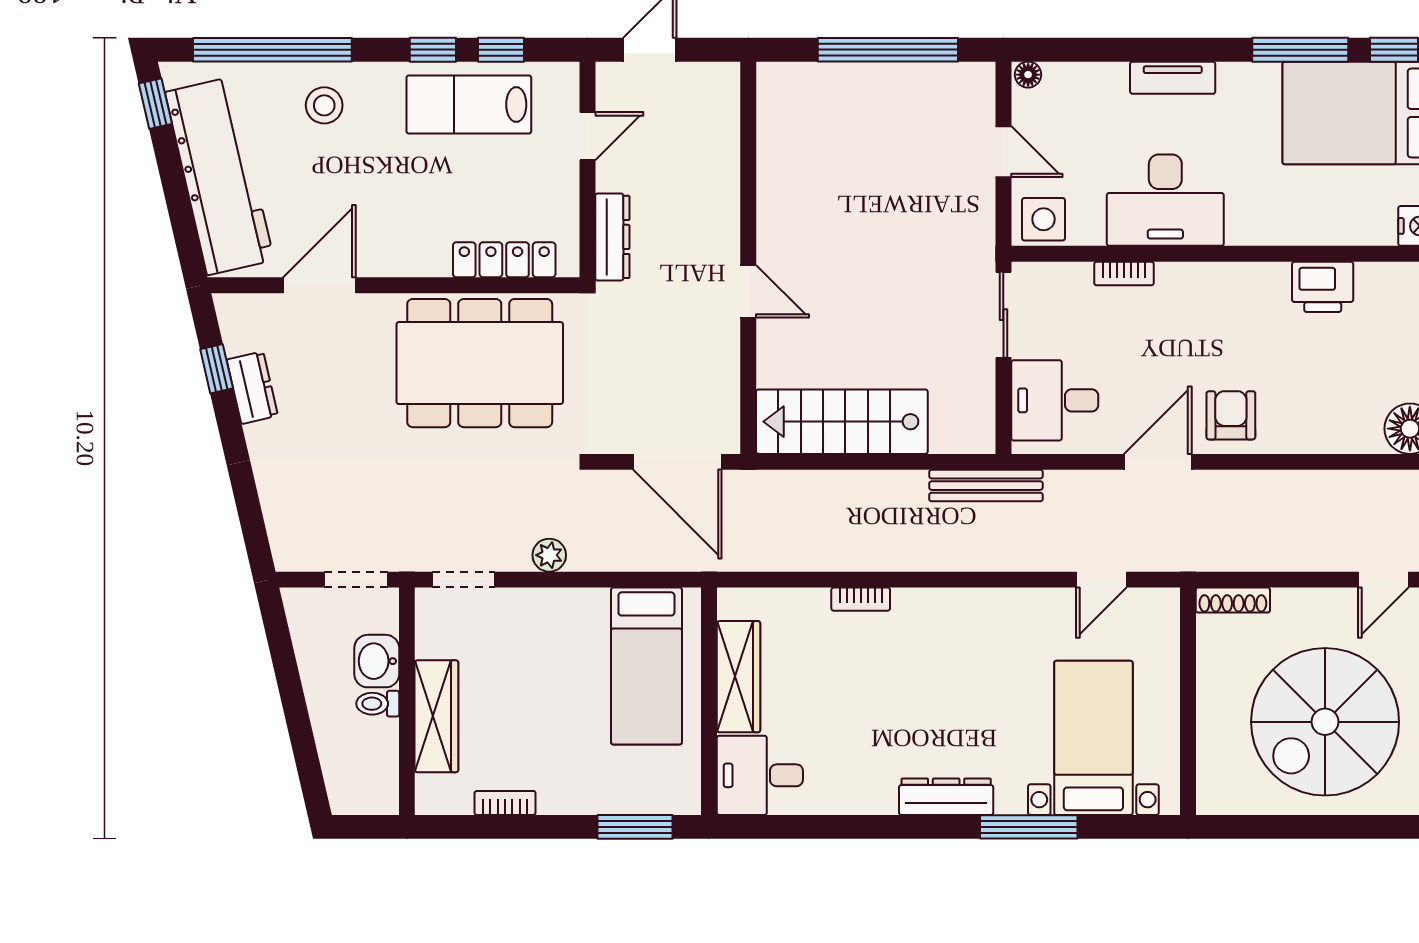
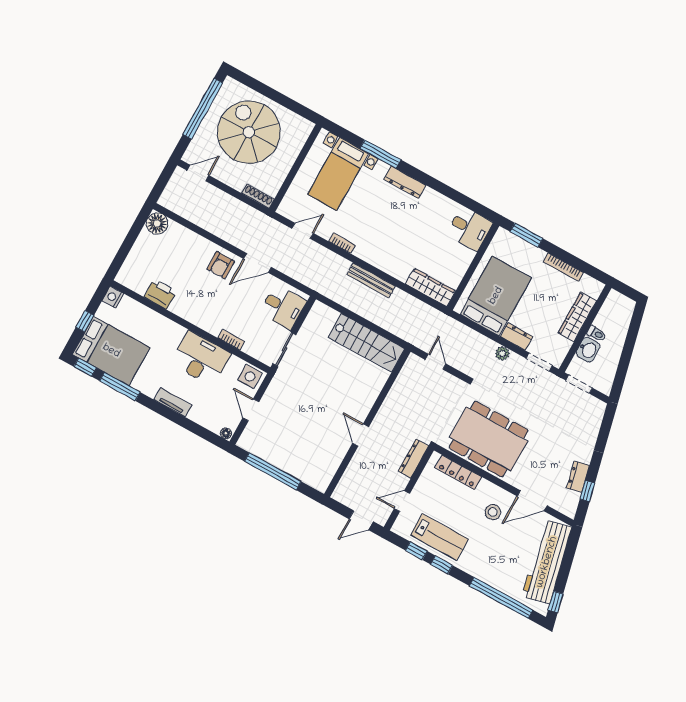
stool: (324, 105) -> (493, 512), moved
door: (748, 291) -> (361, 435), moved
door: (677, 462) -> (436, 362), width x0.53
bench: (986, 486) -> (371, 280), moved
bookcase: (861, 599) -> (342, 243), moved
dresser: (539, 606) -> (517, 337), added
bed: (646, 666) -> (496, 296), width x1.50
wardrobe: (738, 677) -> (431, 288), moved, turned 90
spiral stairs: (1325, 722) -> (249, 132), turned -90
bookcase: (505, 803) -> (563, 267), width x1.56

